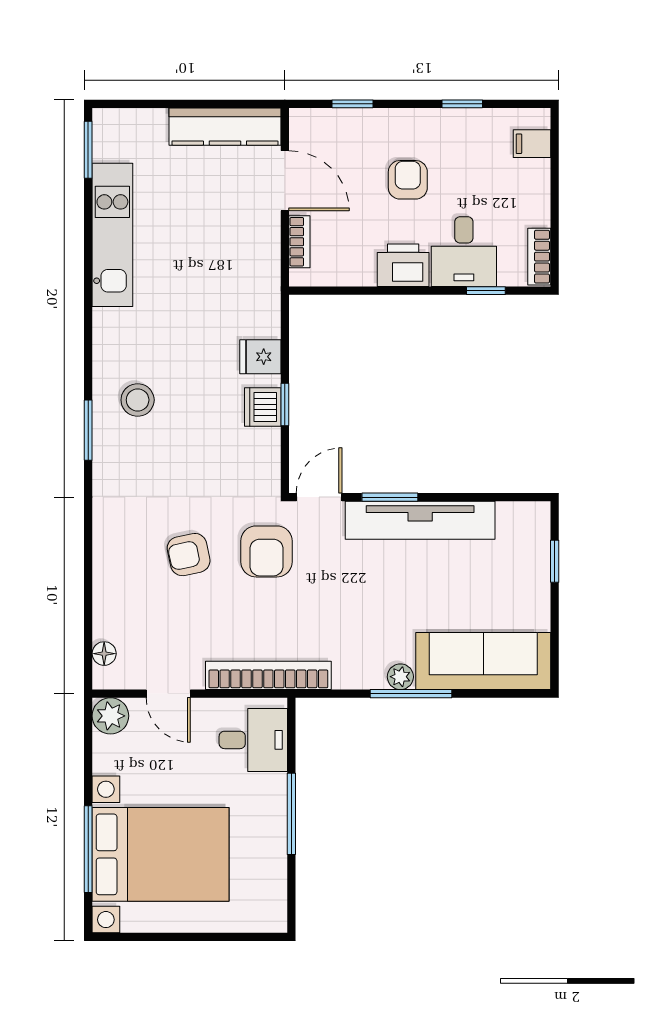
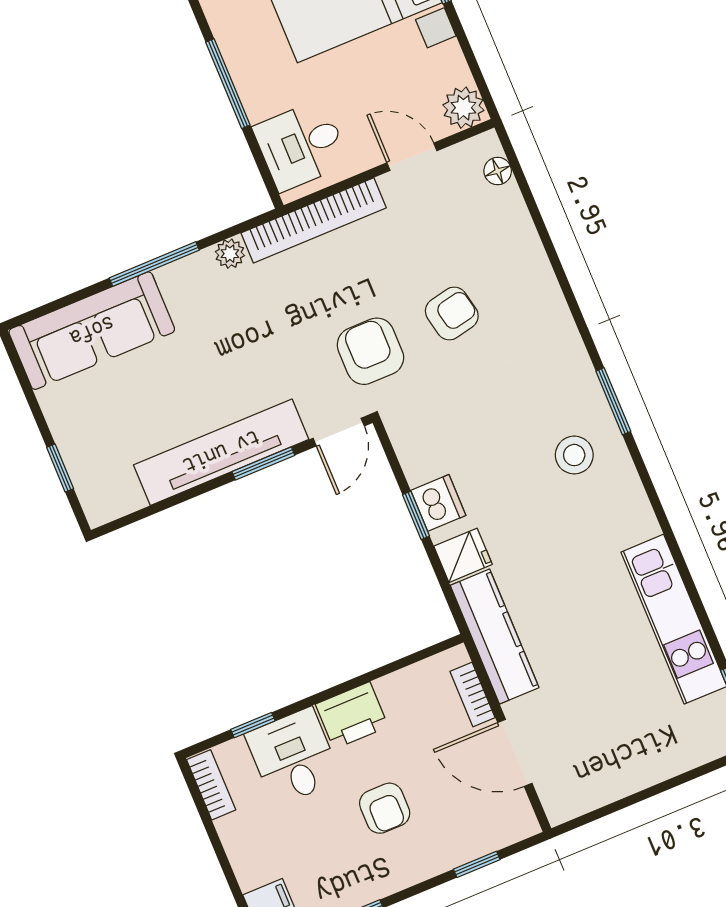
kitchen counter: (225, 127) -> (495, 636), moved, turned 90
plant: (400, 677) -> (230, 254), moved

